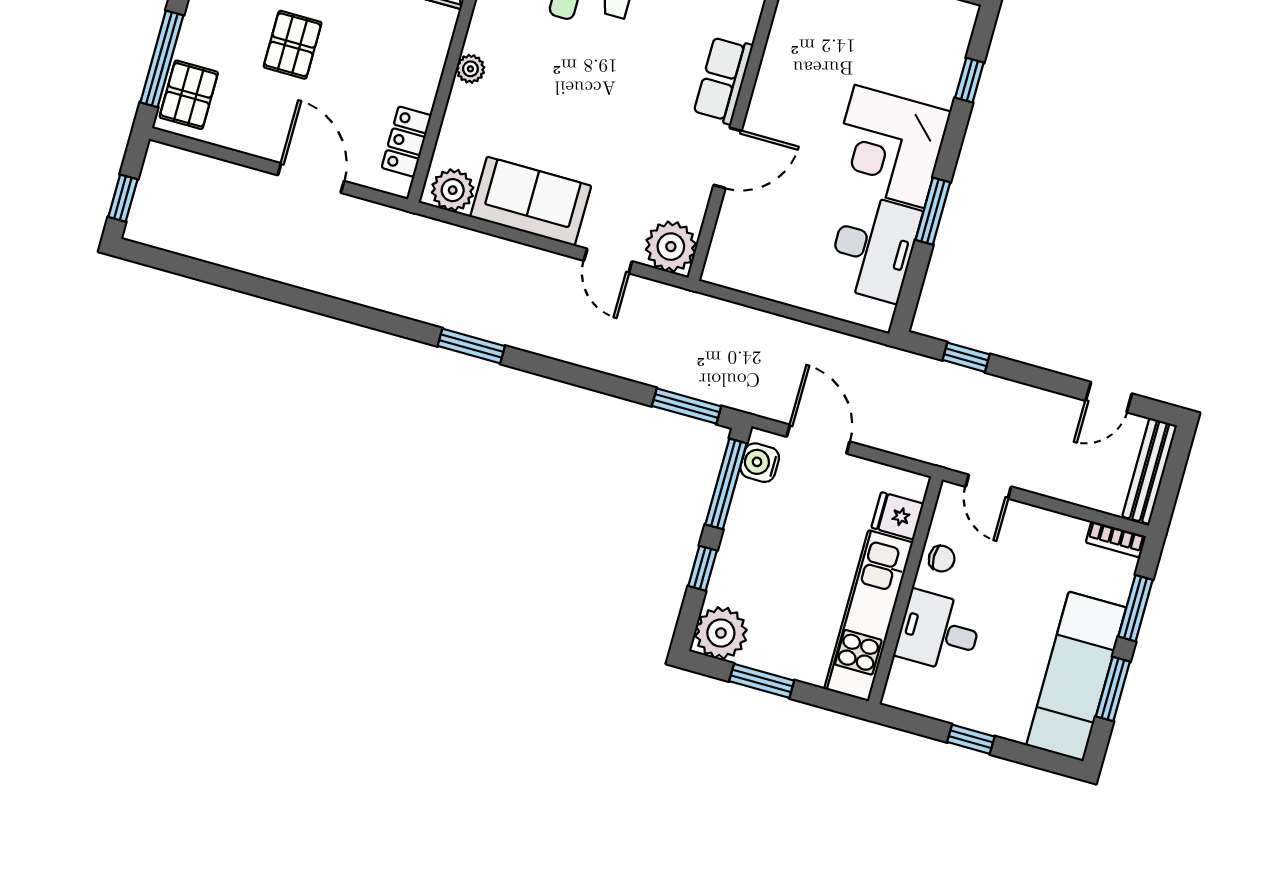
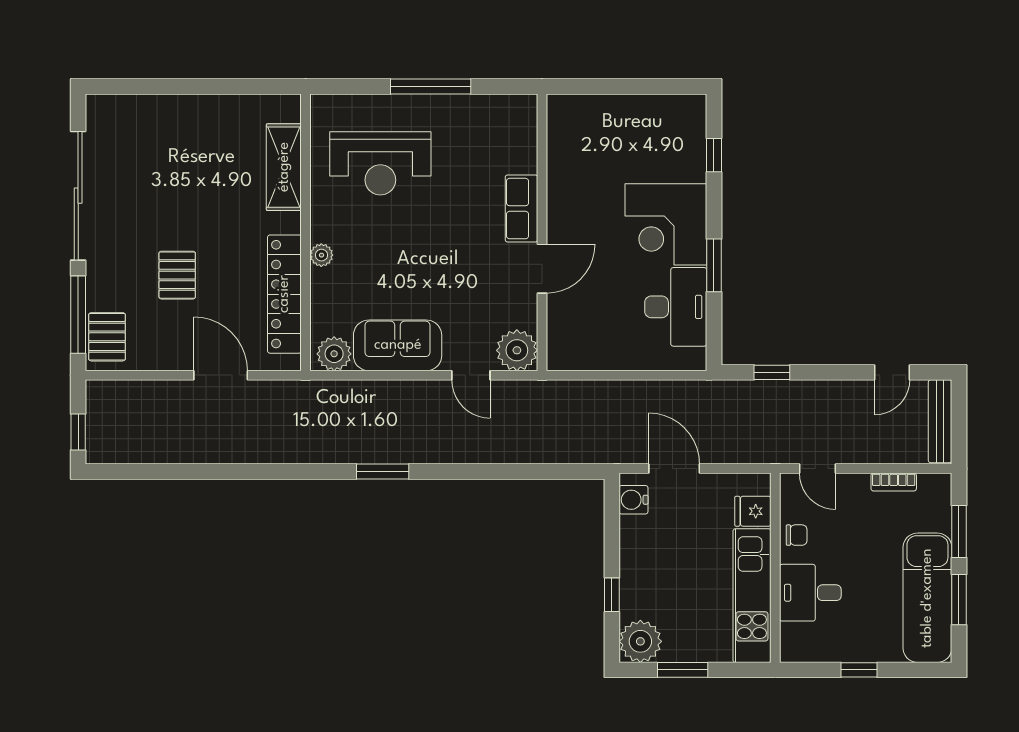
locker: (406, 142) -> (284, 294), width x2.16, depth x1.21
window: (687, 406) -> (564, 472), removed
window: (726, 484) -> (612, 524), removed
bookcase: (1115, 539) -> (894, 482), moved

